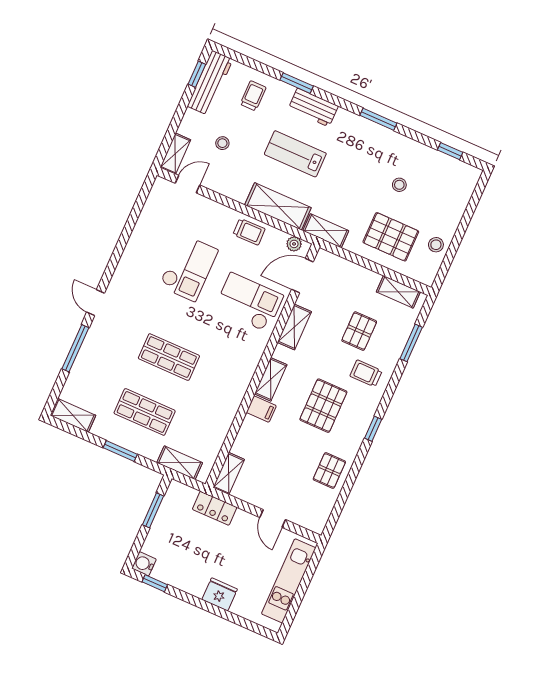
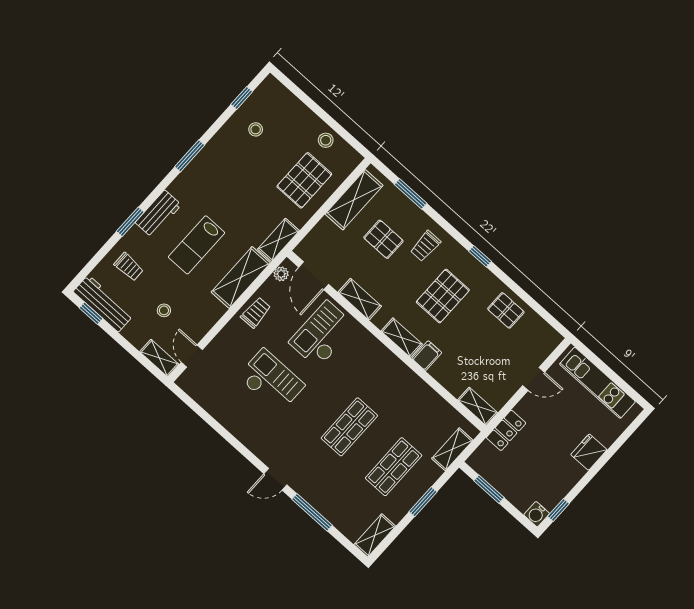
trolley: (253, 96) -> (129, 267), turned 180
stool: (399, 185) -> (256, 129), moved
shelving: (398, 292) -> (354, 200), width x1.50, depth x1.33
pallet: (323, 406) -> (443, 296), turned 90

